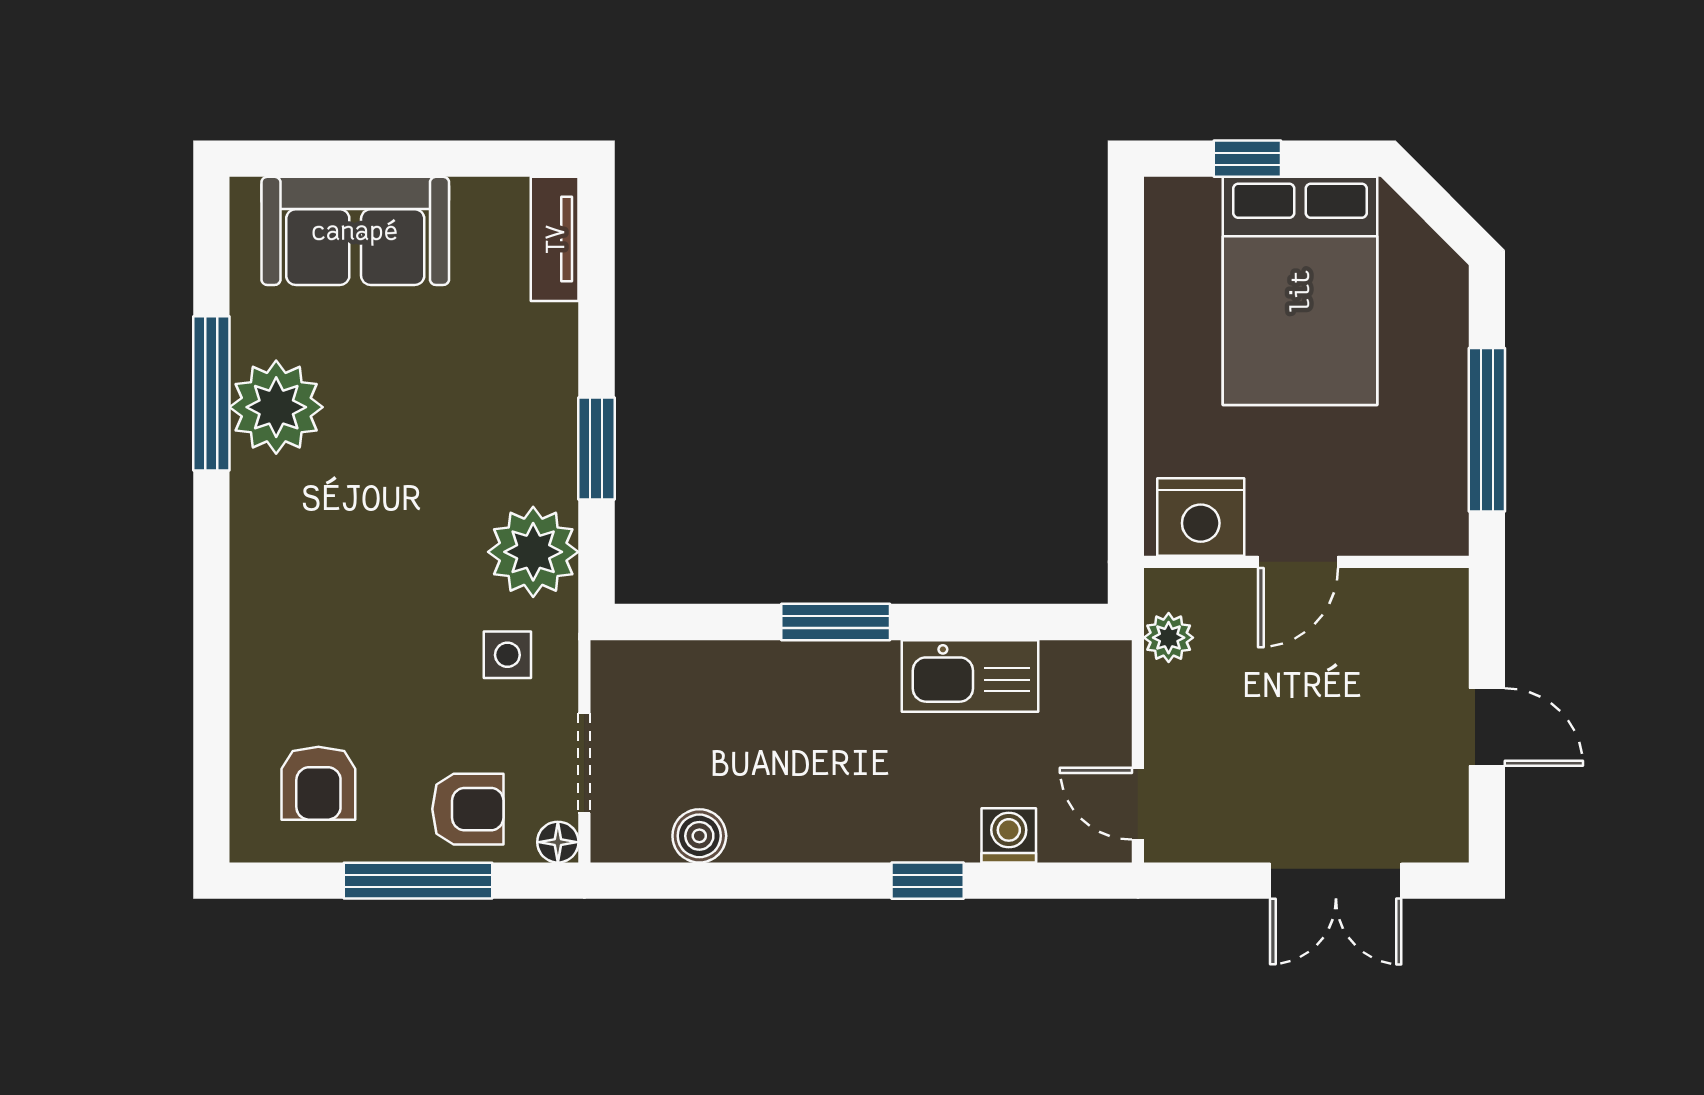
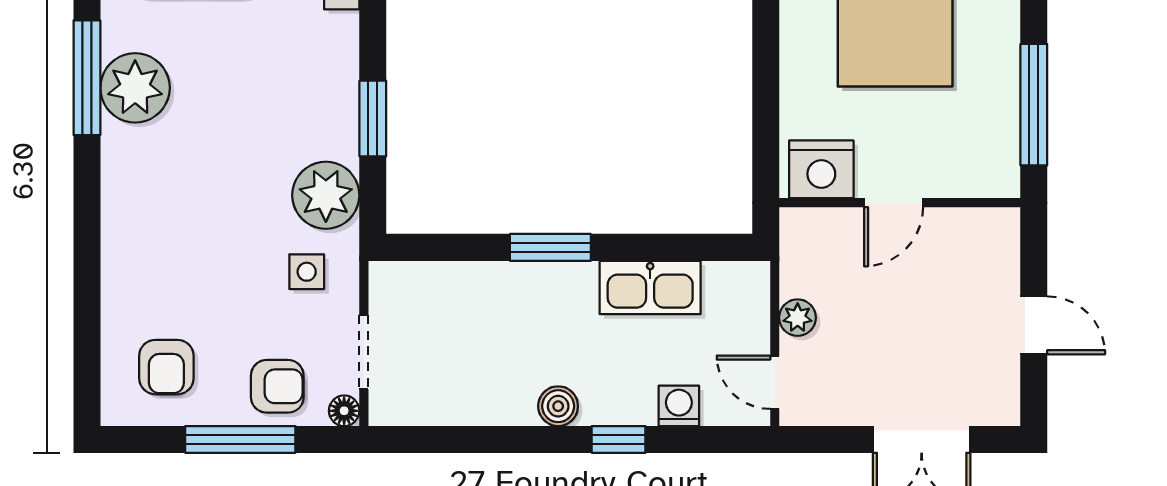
plant: (1169, 638) -> (798, 318), moved
boiler: (699, 836) -> (558, 406), moved

